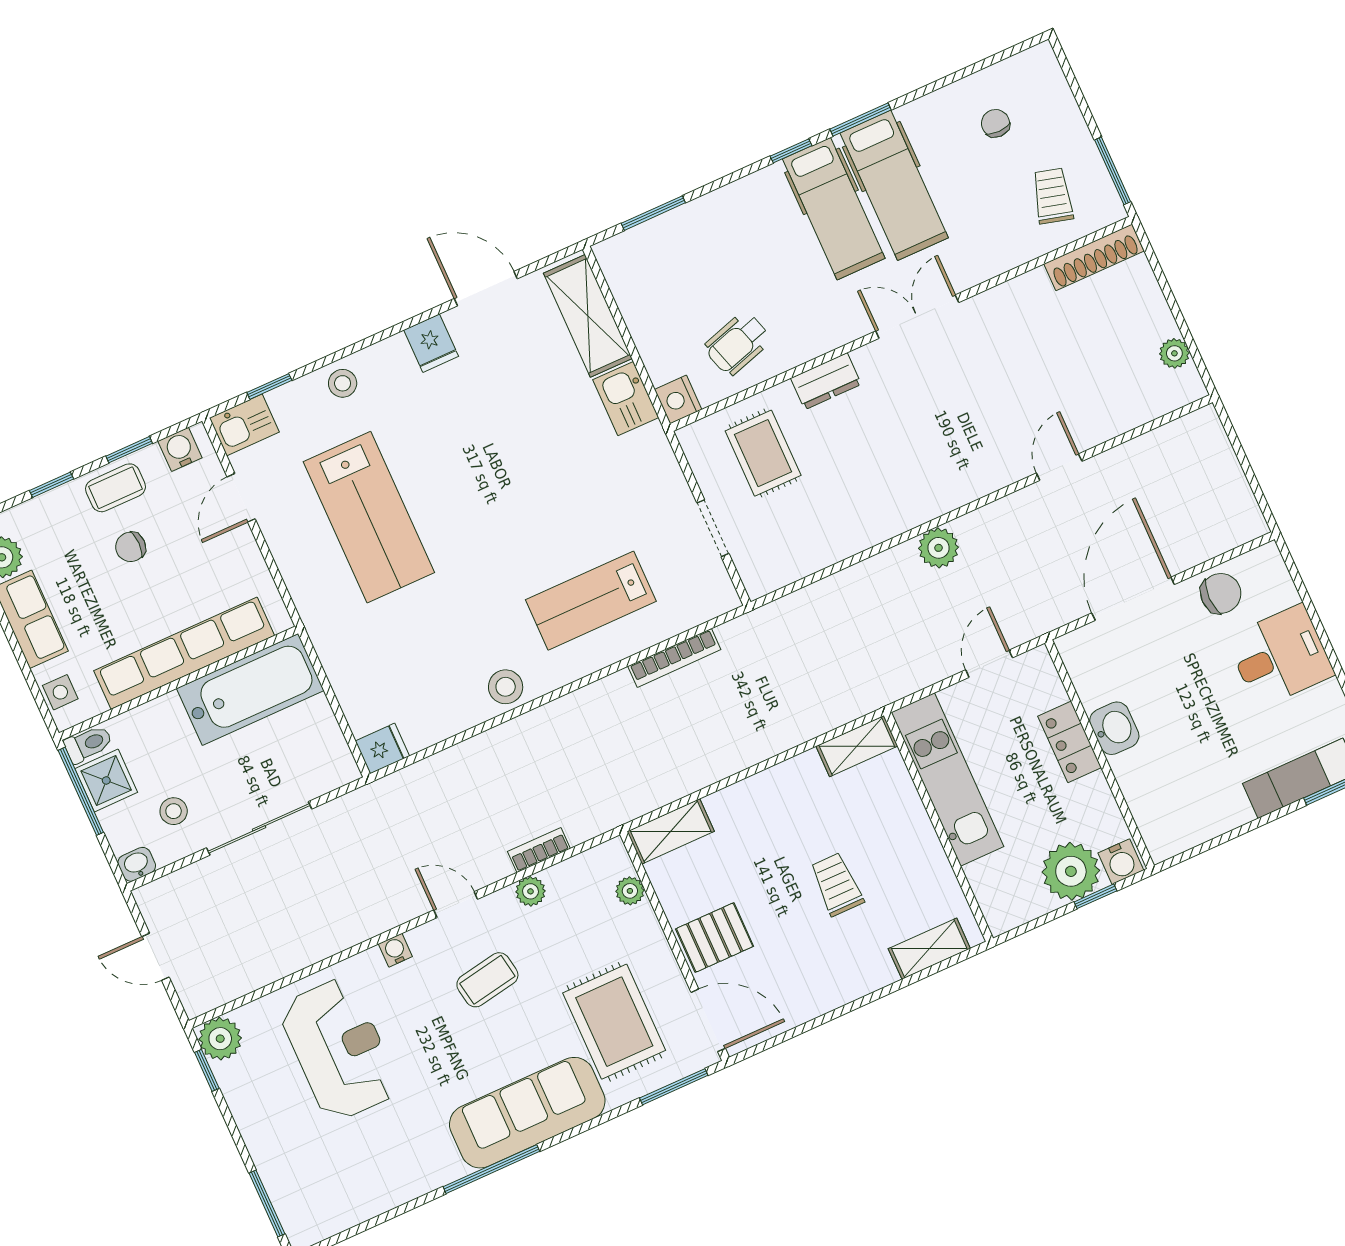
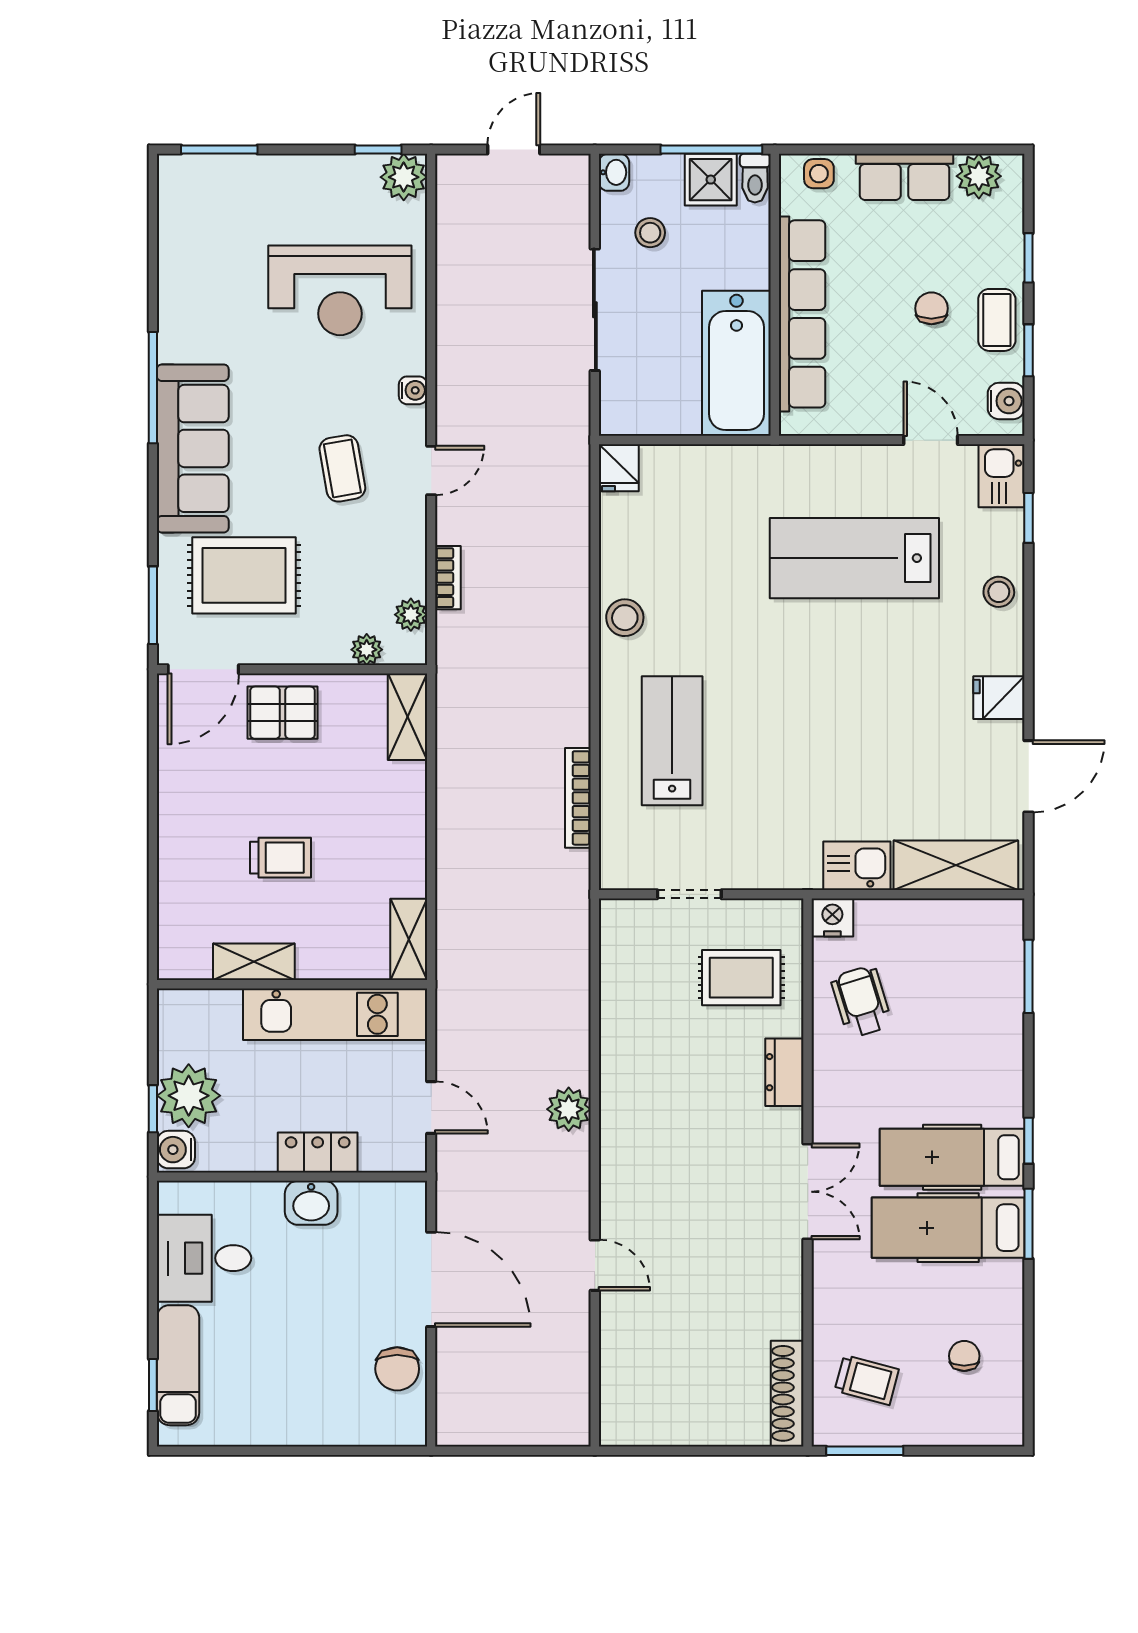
chair: (996, 123) -> (964, 1356), turned -90
plant: (1174, 353) -> (656, 1430), removed
desk: (1280, 656) -> (204, 1258), moved, turned 90
plant: (530, 891) -> (411, 615), moved
pallet: (715, 938) -> (283, 713), turned 90
shelving: (929, 949) -> (254, 962), moved, turned 90

